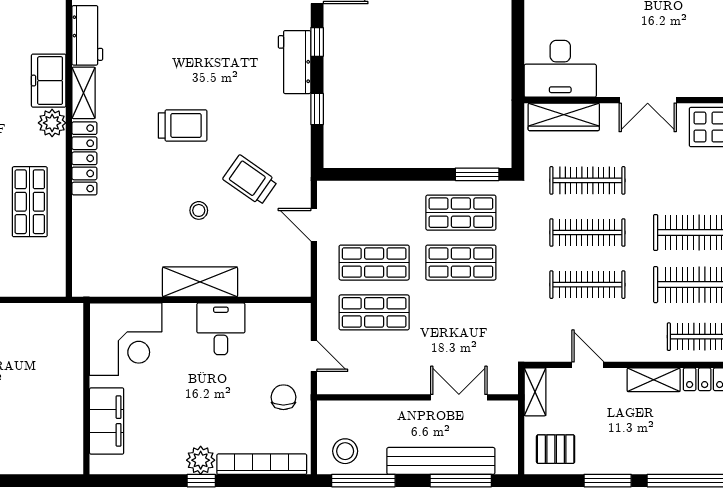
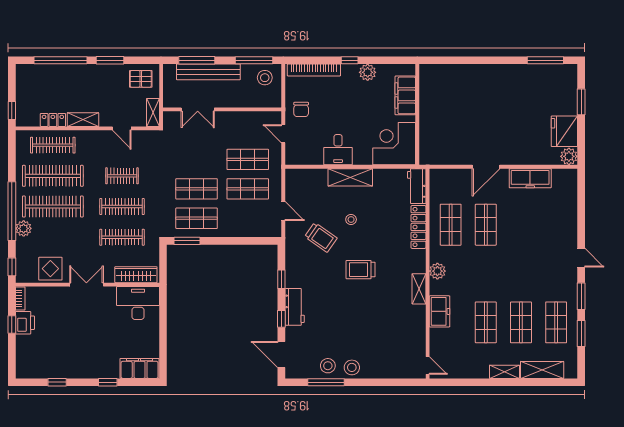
workbench: (87, 35) -> (417, 186), moved
freezer: (49, 81) -> (439, 311), moved
locker: (84, 158) -> (418, 227), moved
clothes rail: (587, 285) -> (122, 176), width x0.73
plant: (201, 460) -> (368, 72), moved

